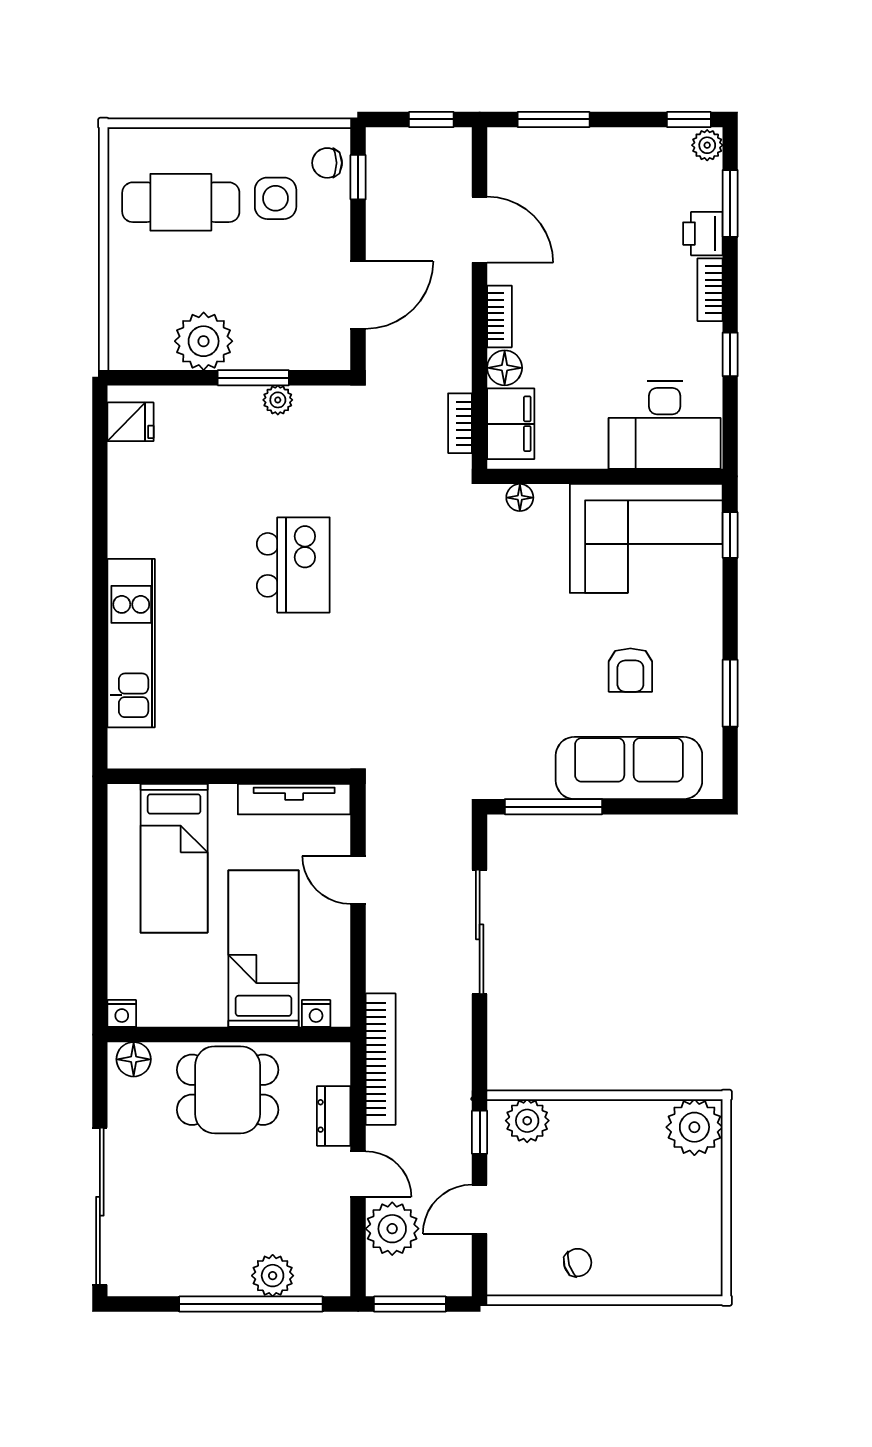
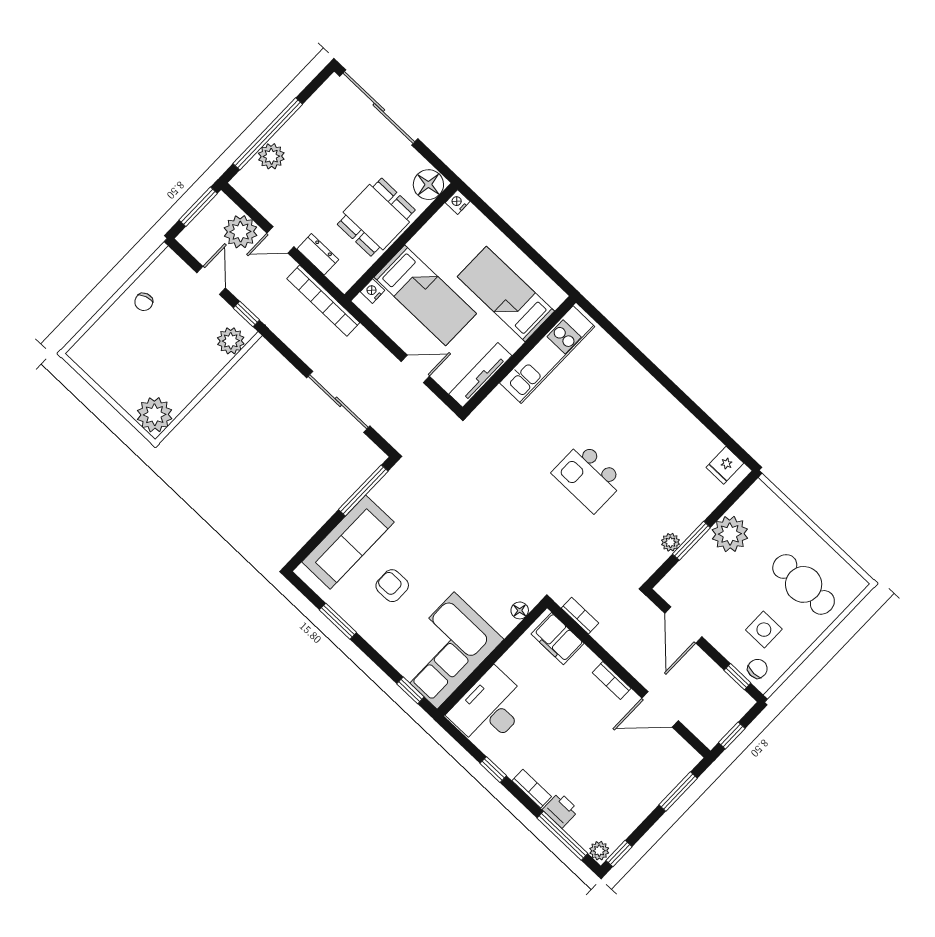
cafe table: (181, 202) -> (804, 584), turned 90
window: (730, 203) -> (562, 836), width x1.44
floor lamp: (505, 368) -> (586, 660), removed
kitchen unit: (131, 643) -> (547, 355), moved, turned -90
floor lamp: (134, 1059) -> (428, 185), width x1.38, depth x1.38

